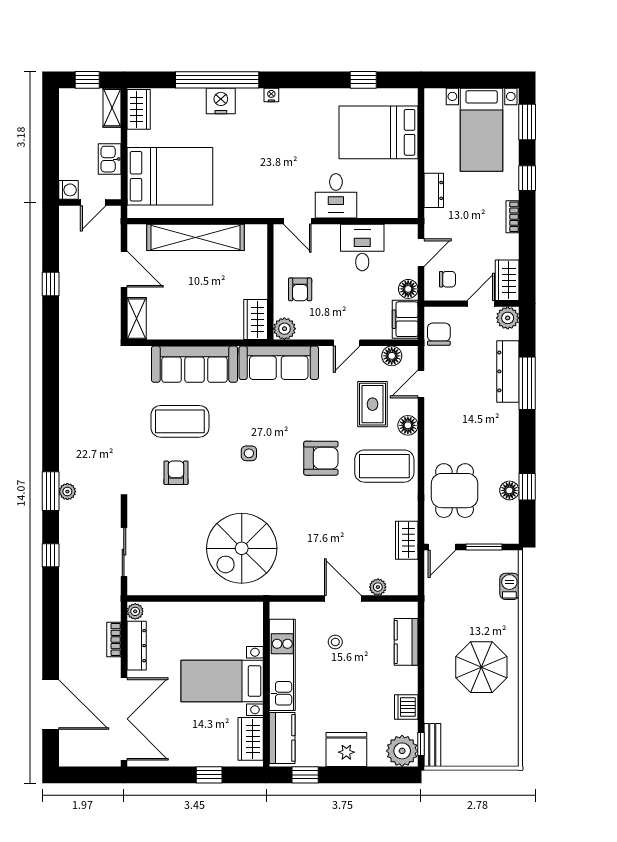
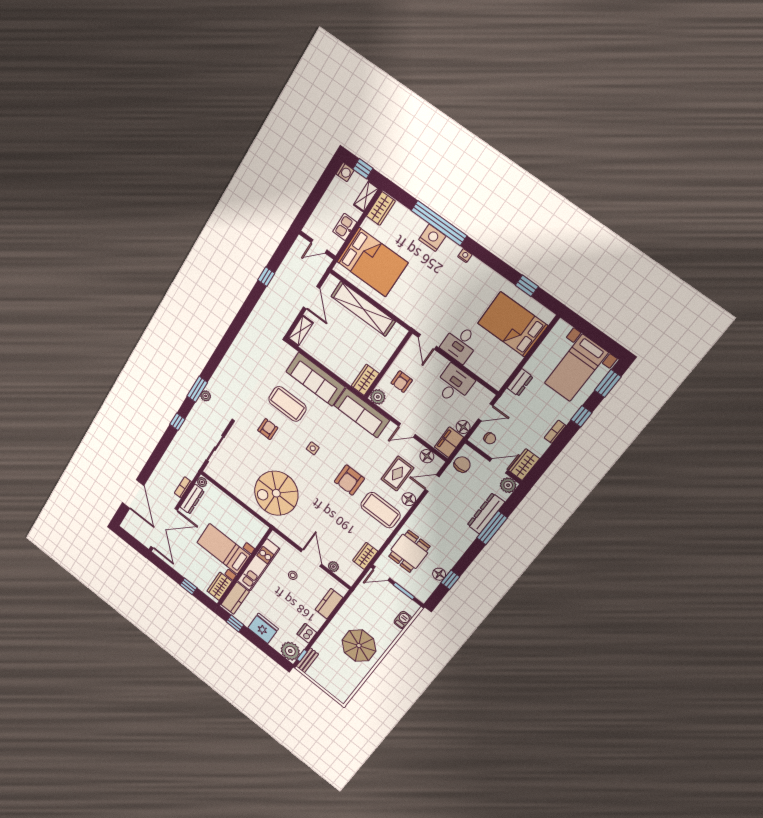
washing machine: (69, 190) -> (345, 172), moved
armchair: (321, 458) -> (349, 480), turned 90

